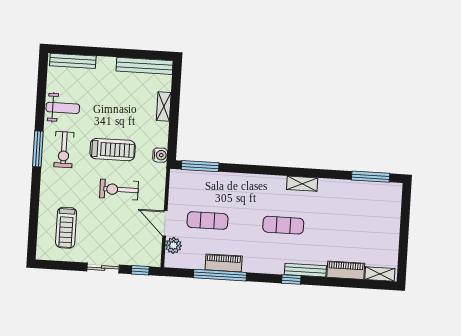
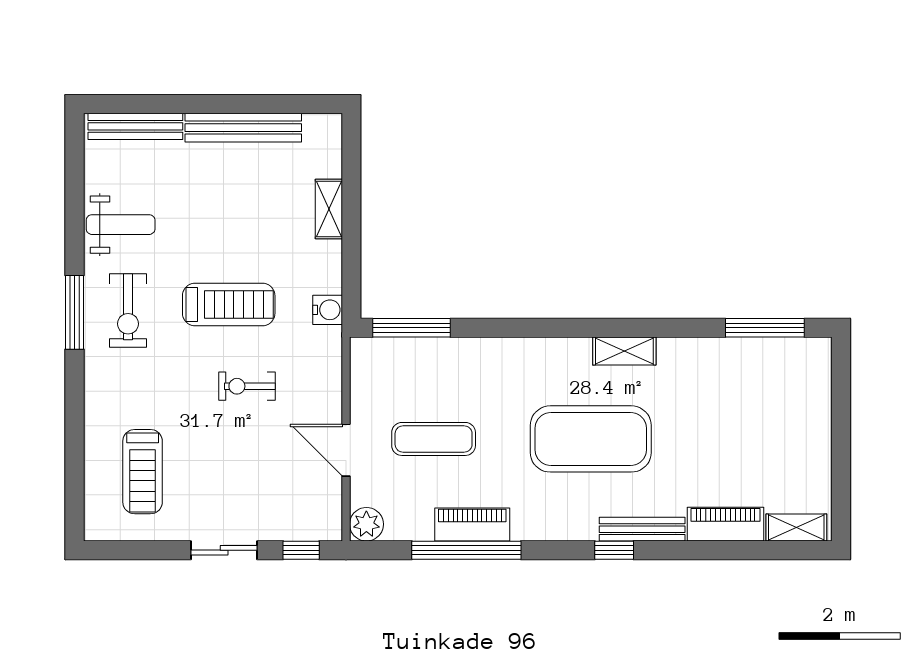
bench: (145, 66) -> (243, 128), moved
exercise bike: (119, 190) -> (247, 386), width x0.73, depth x0.72
exercise mat: (283, 225) -> (591, 439), width x2.00, depth x1.45
plant: (173, 245) -> (366, 524), moved

